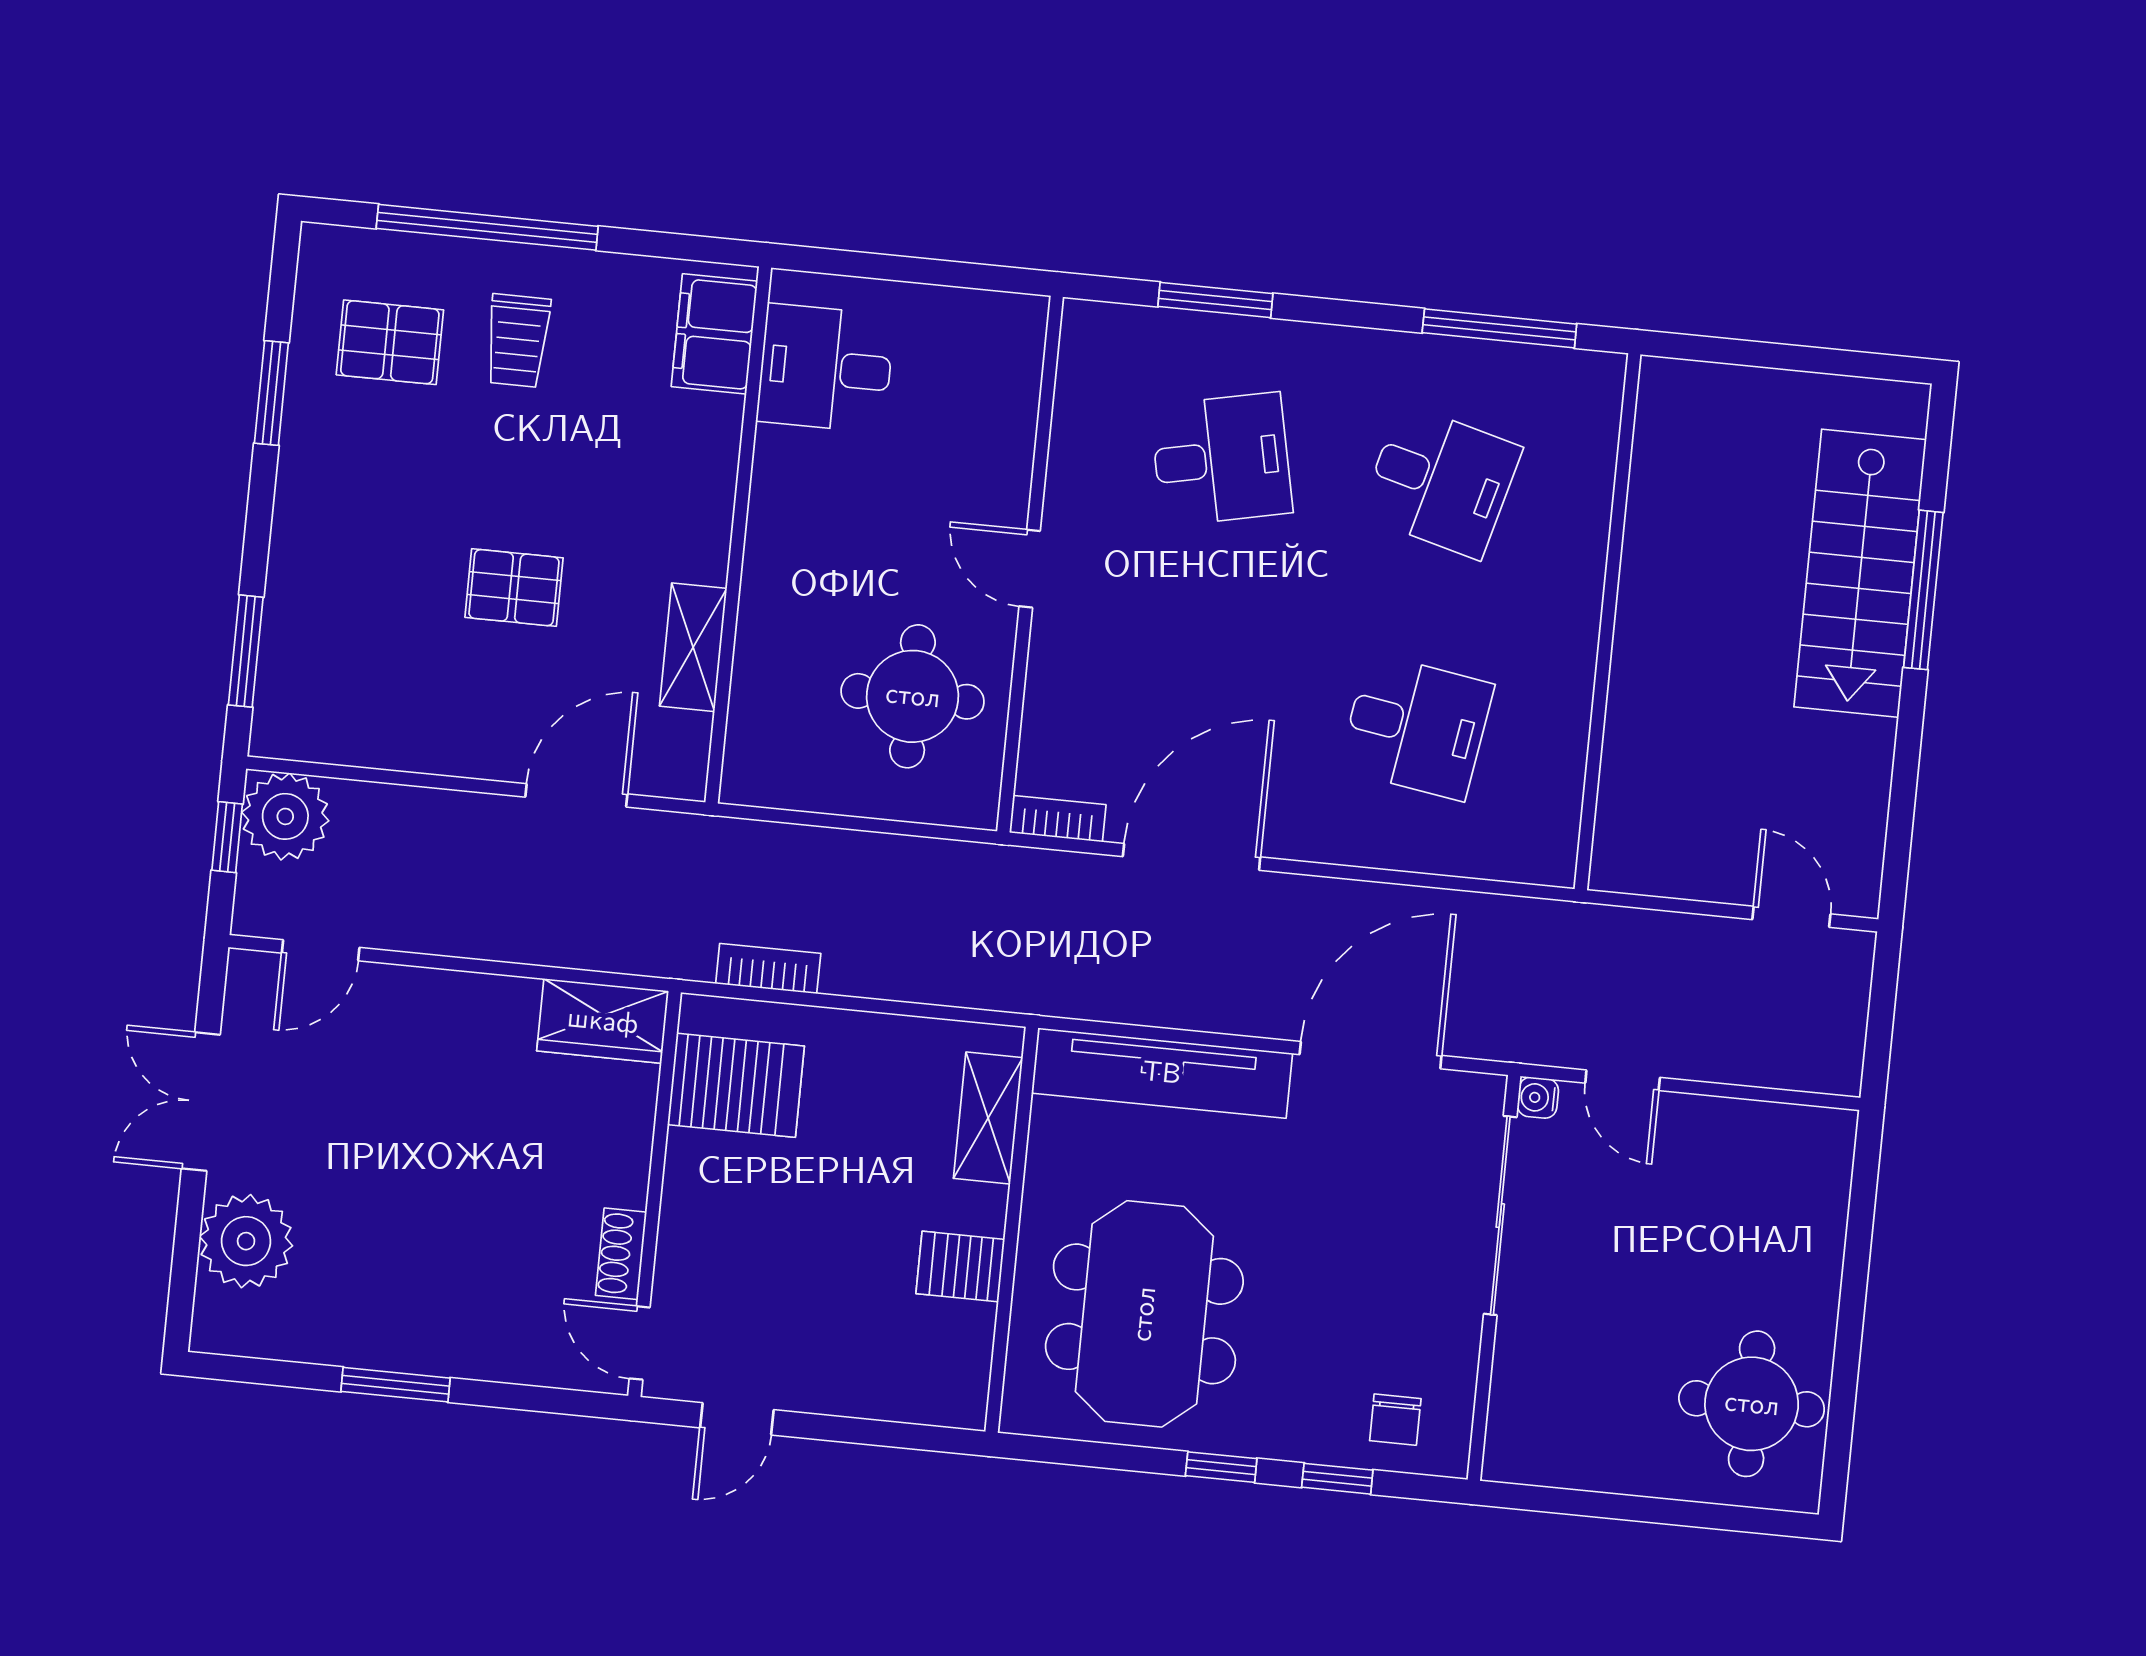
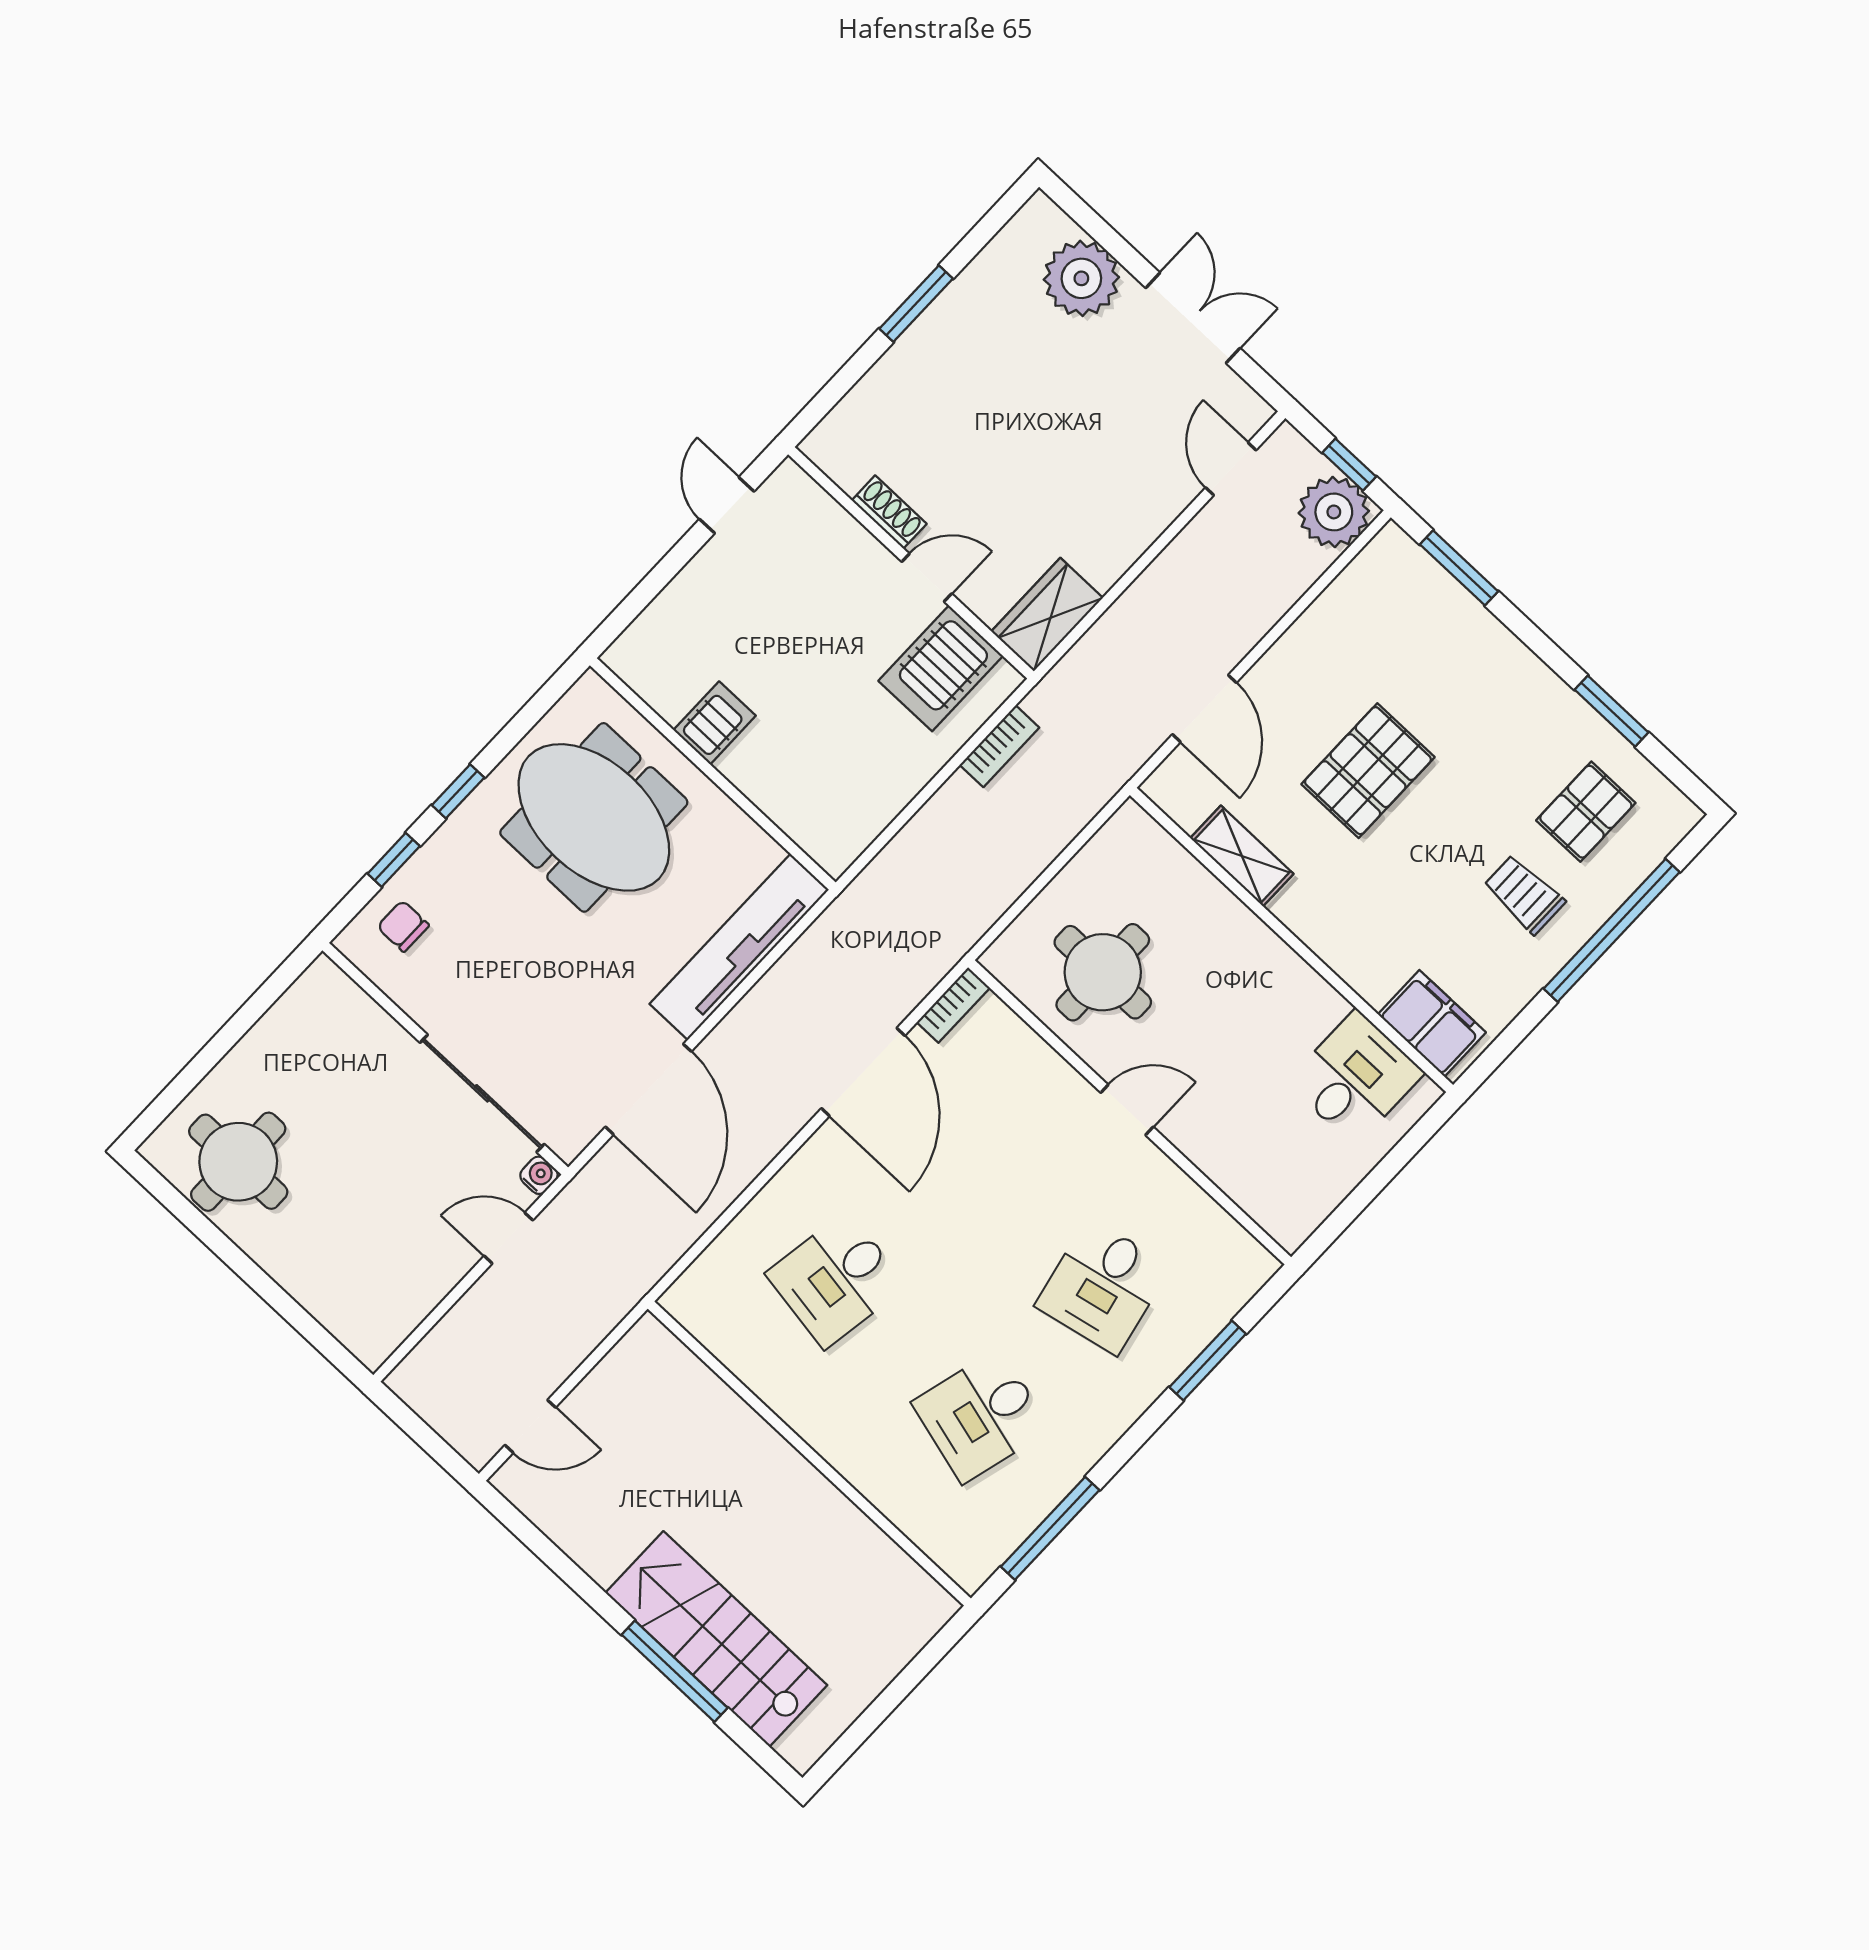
pallet: (514, 588) -> (1368, 771), width x1.50, depth x1.42
shelving: (988, 1118) -> (796, 814), removed
door: (640, 1343) -> (927, 578), moved

